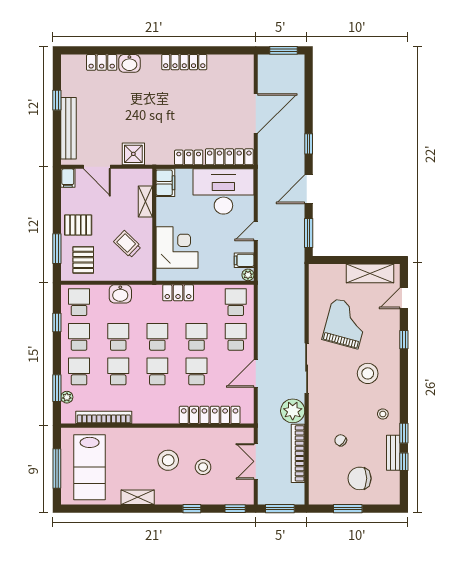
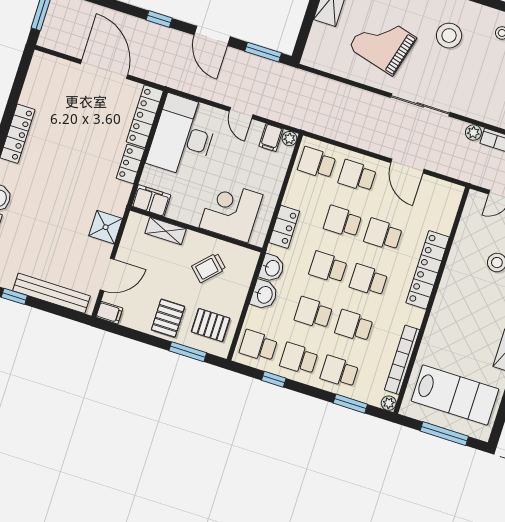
washbasin: (143, 293) -> (272, 268), added
plant: (67, 397) -> (389, 403), moved
plant: (293, 411) -> (473, 133), width x0.53, depth x0.53
locker: (210, 415) -> (428, 270), moved
stool: (168, 460) -> (476, 301), removed

